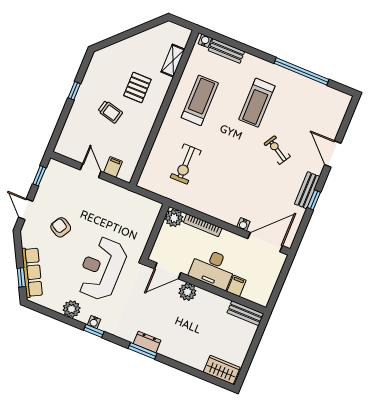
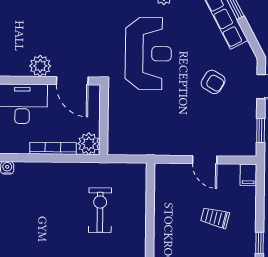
trolley: (110, 112) -> (215, 218), moved
filing cabinet: (113, 167) -> (248, 175), moved
door: (168, 271) -> (72, 81), swing flipped

